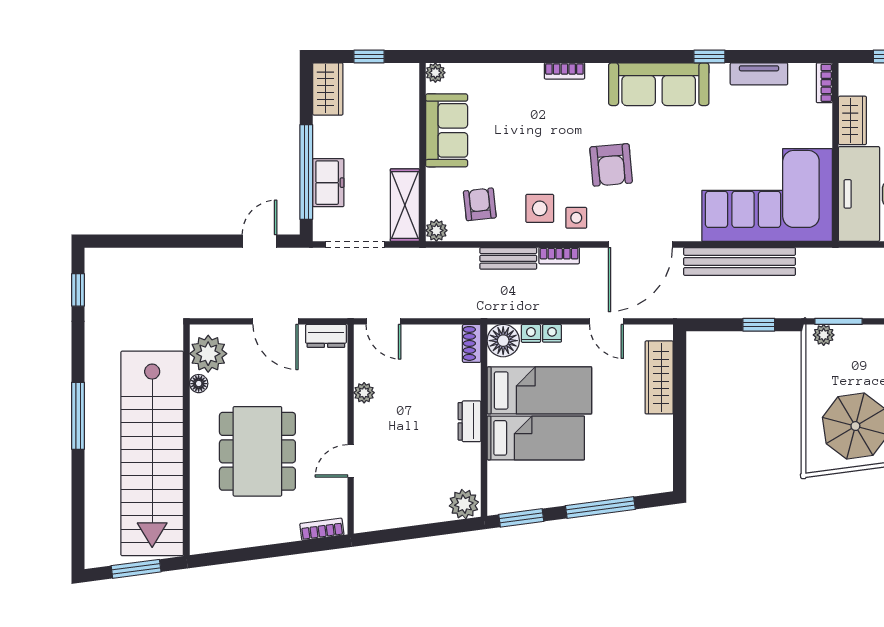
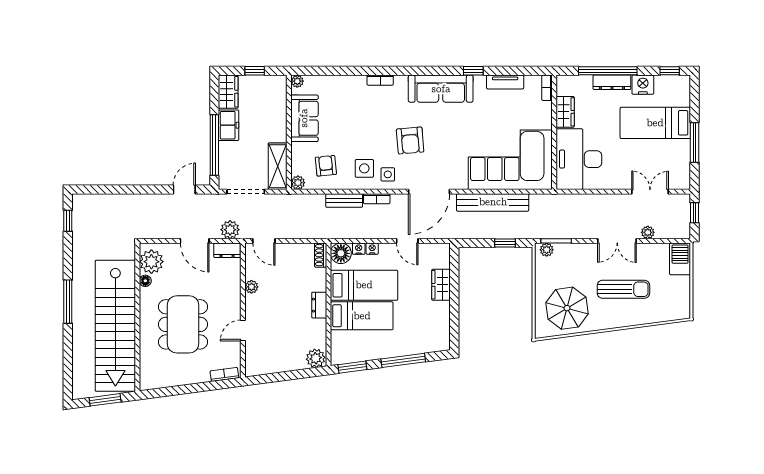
freezer: (328, 183) -> (229, 125), moved
plant: (331, 304) -> (230, 230), added
wardrobe: (659, 377) -> (441, 285), width x0.67

